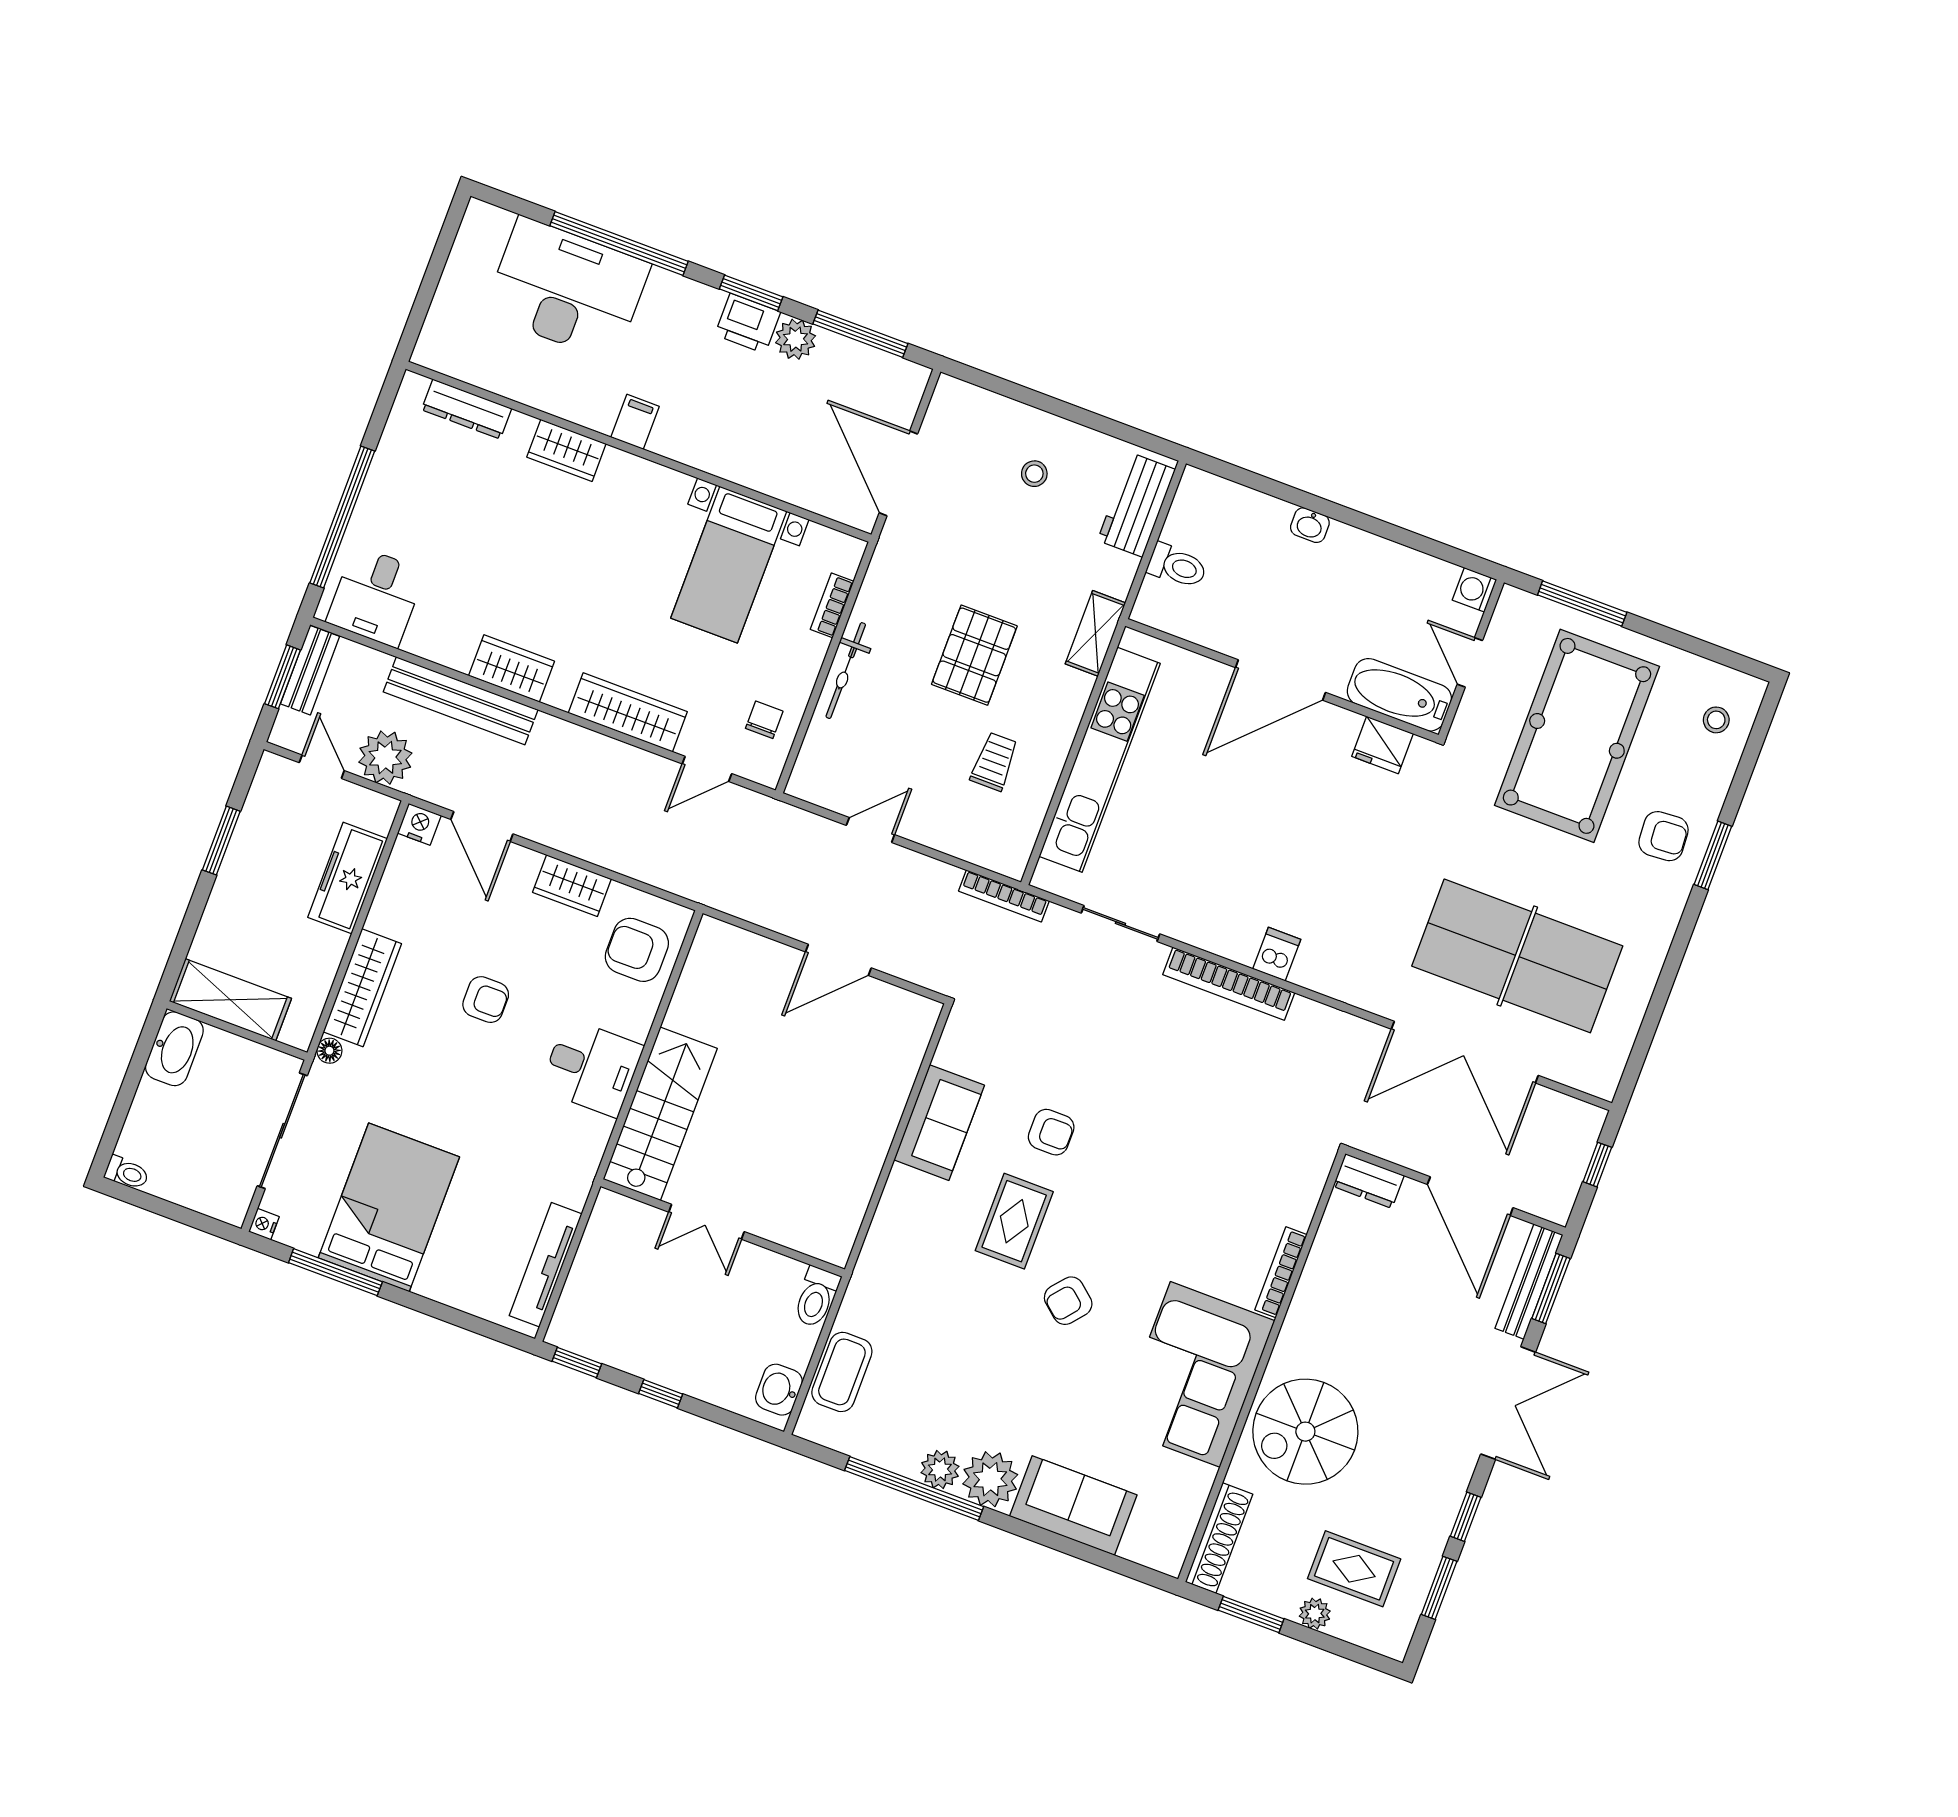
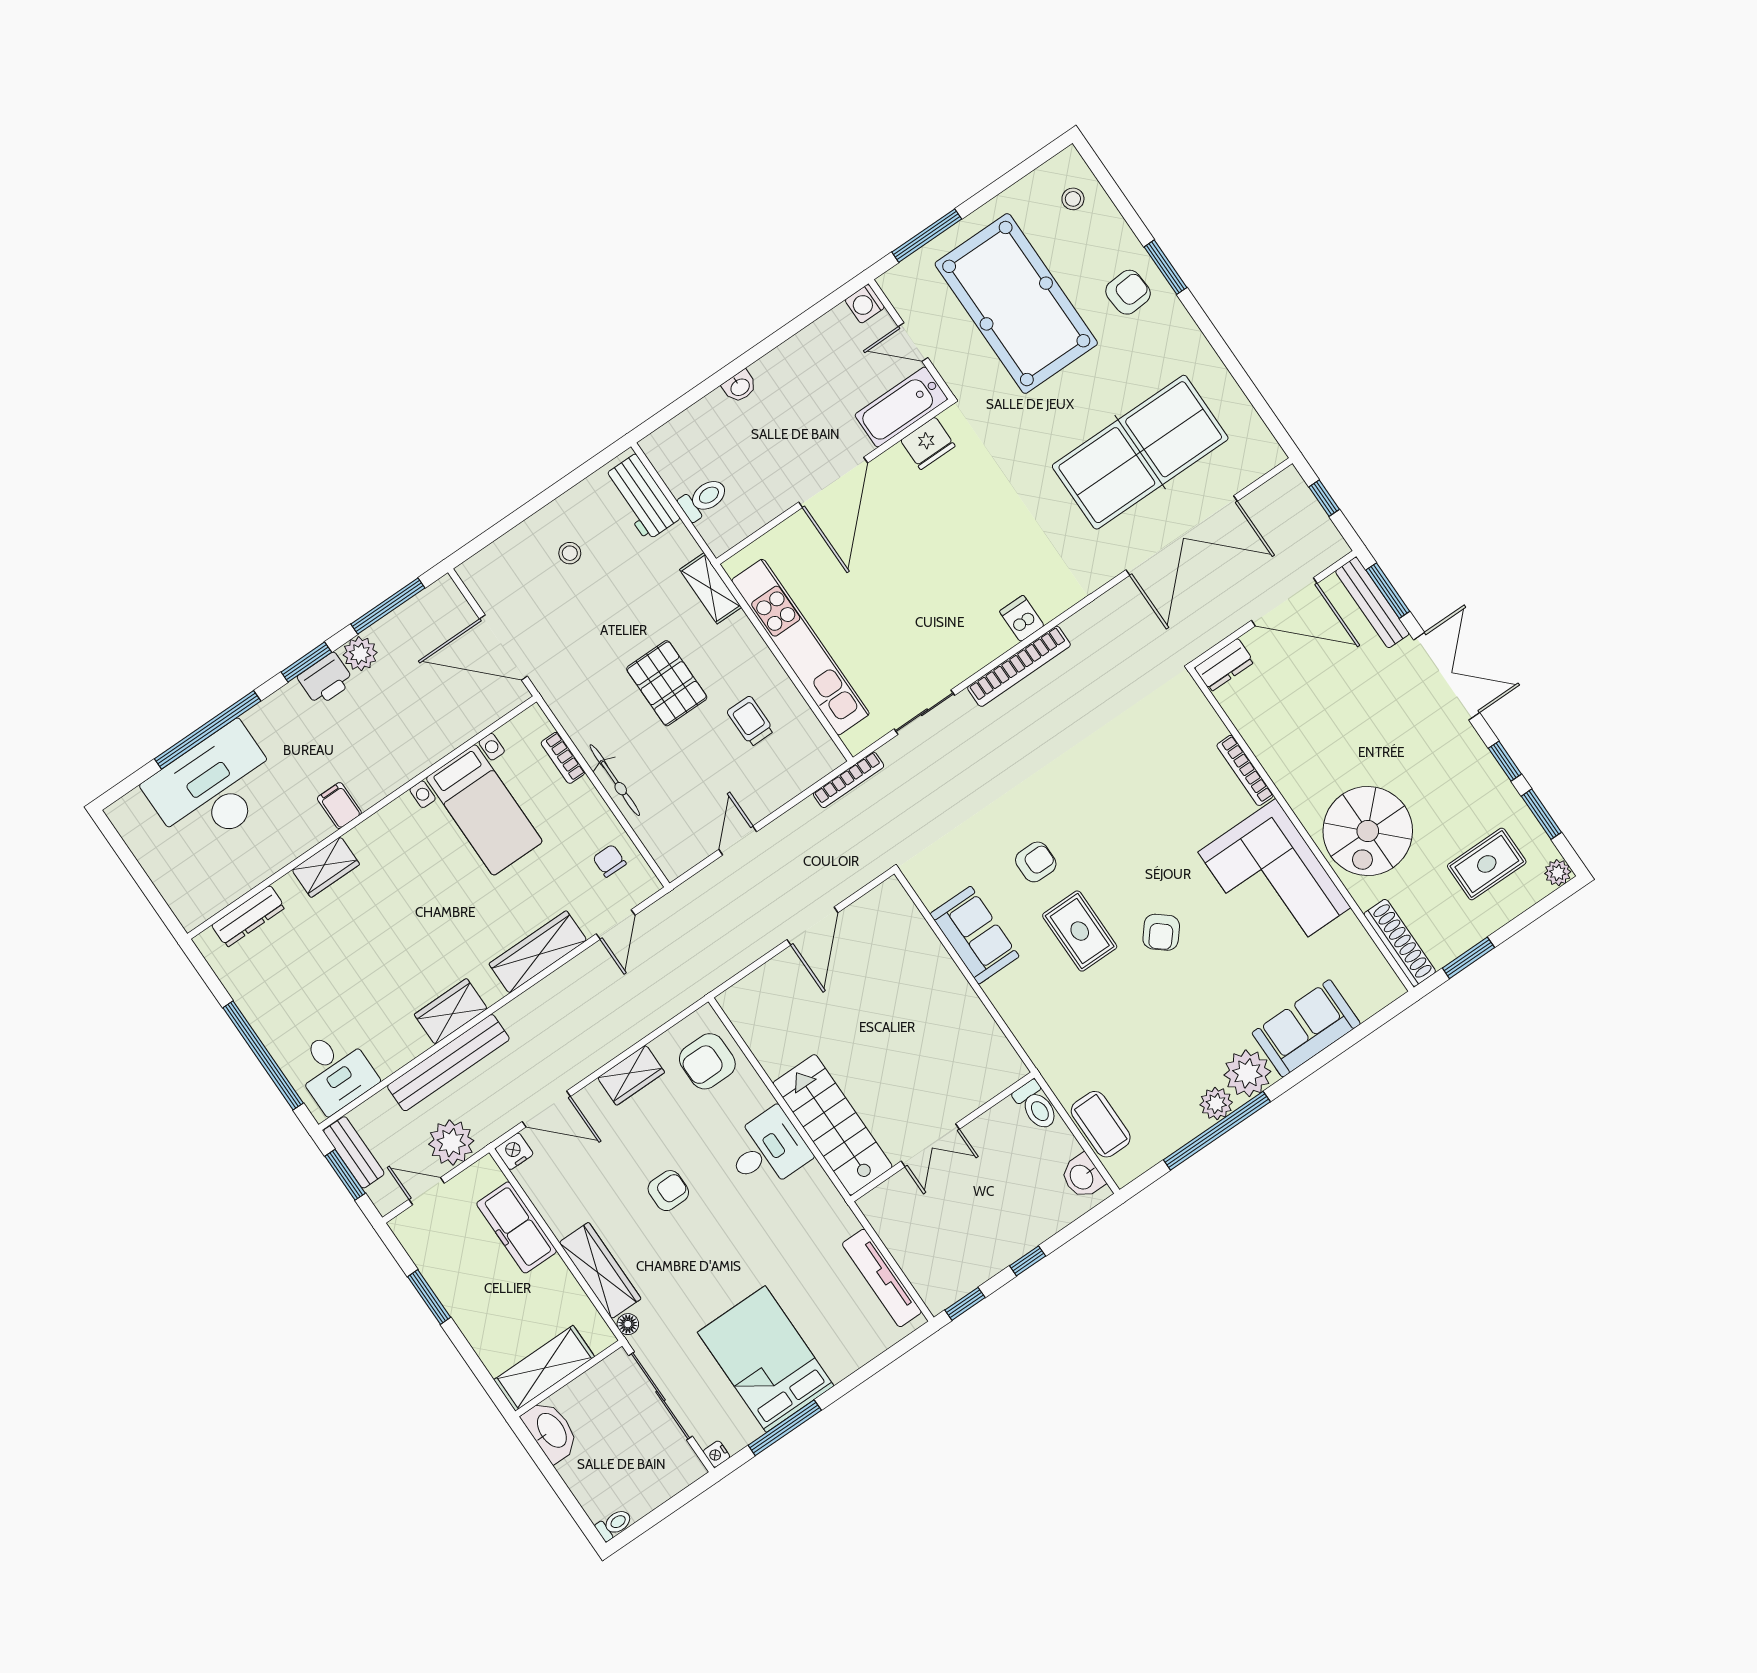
plant: (1315, 1614) -> (1558, 873), moved

